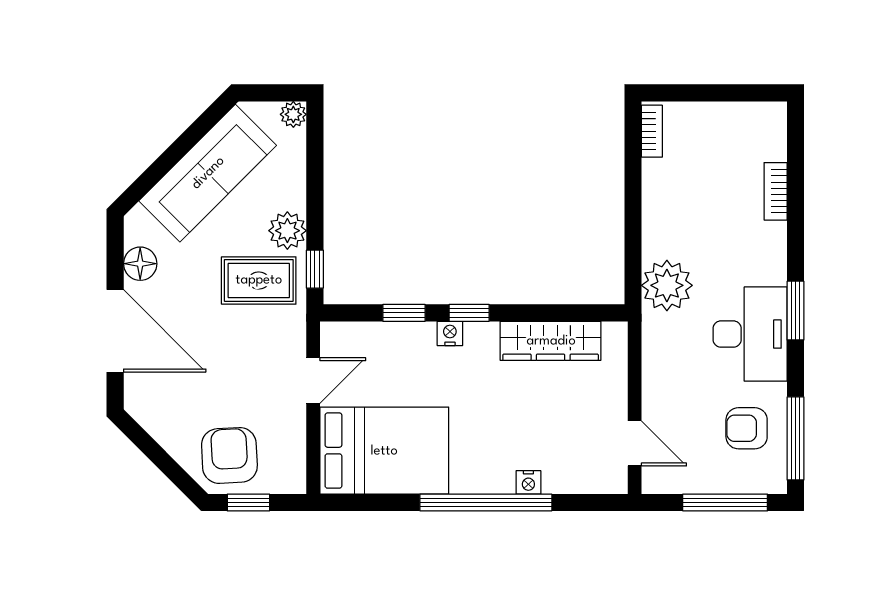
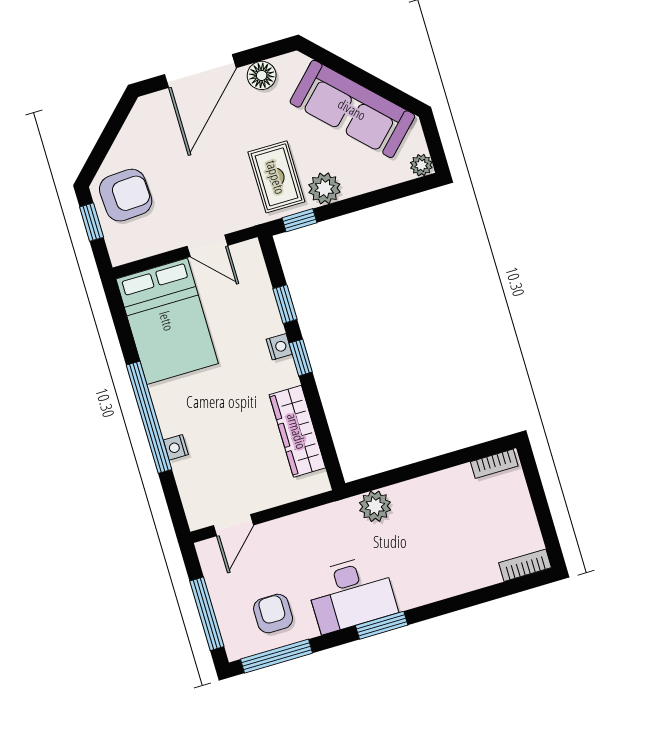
bookcase: (776, 191) -> (525, 565), moved
plant: (667, 285) -> (375, 506), width x0.73, depth x0.73

